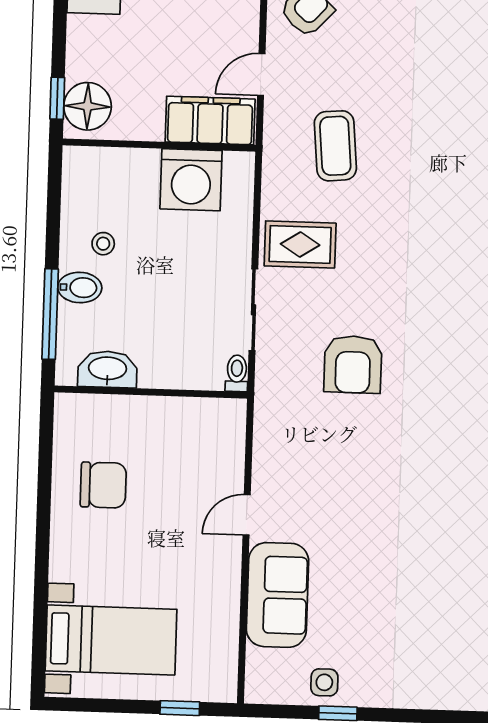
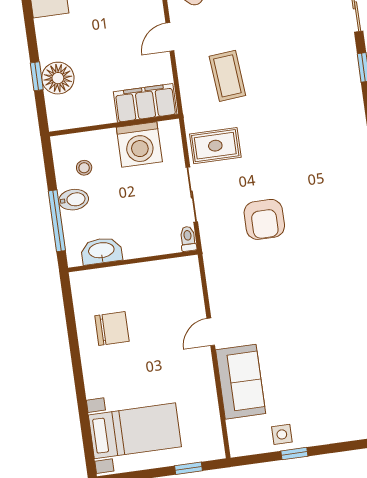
filing cabinet: (210, 120) -> (145, 103), moved
wall: (159, 145) -> (114, 125), moved
washing machine: (191, 180) -> (139, 145), moved

